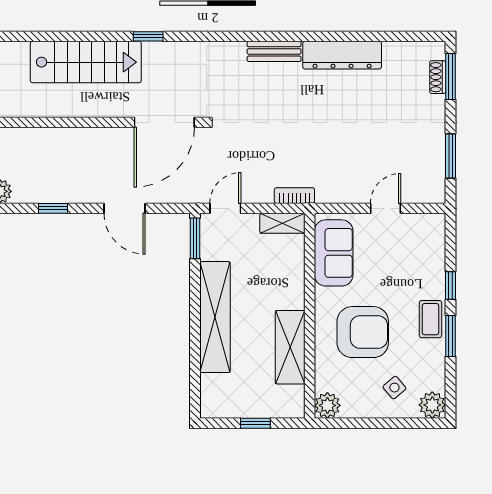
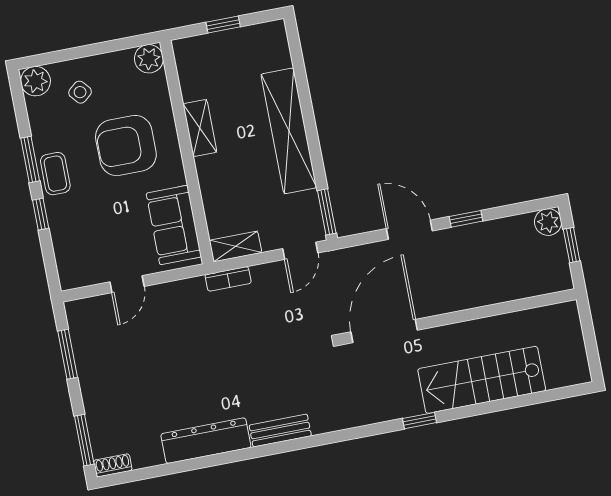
shoe rack: (438, 77) -> (113, 465), moved, turned -90
window: (53, 208) -> (466, 219), moved
shelving: (290, 347) -> (200, 128), width x0.67, depth x0.75

